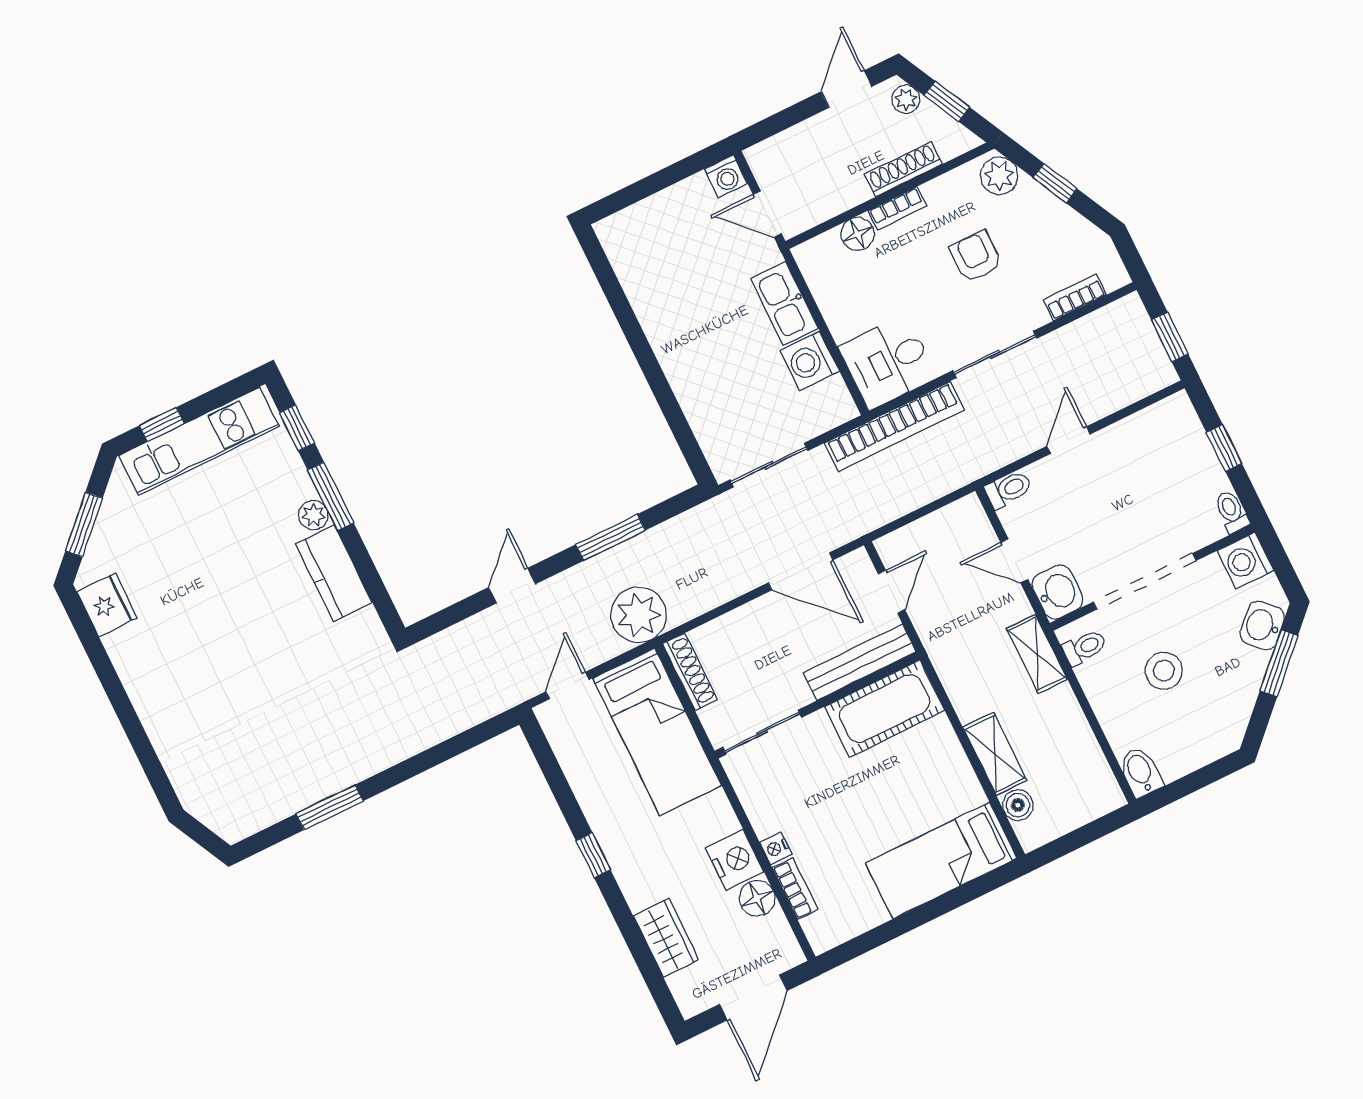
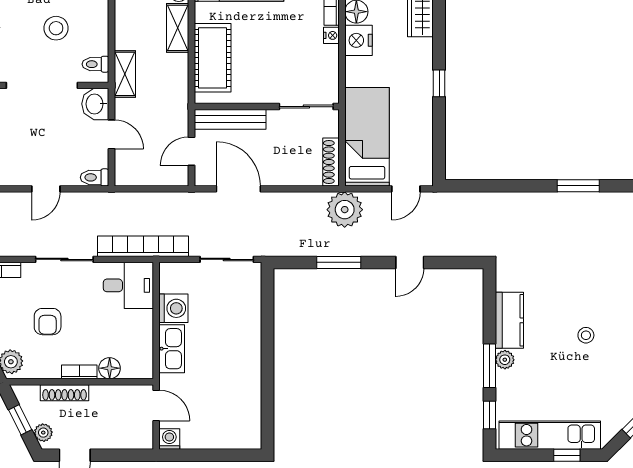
stool: (217, 605) -> (586, 335), added
cot: (885, 709) -> (213, 58), moved, turned 90

